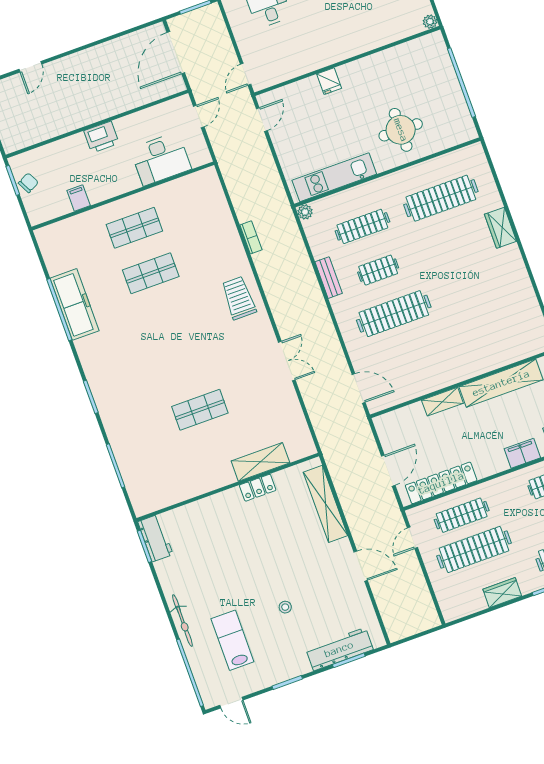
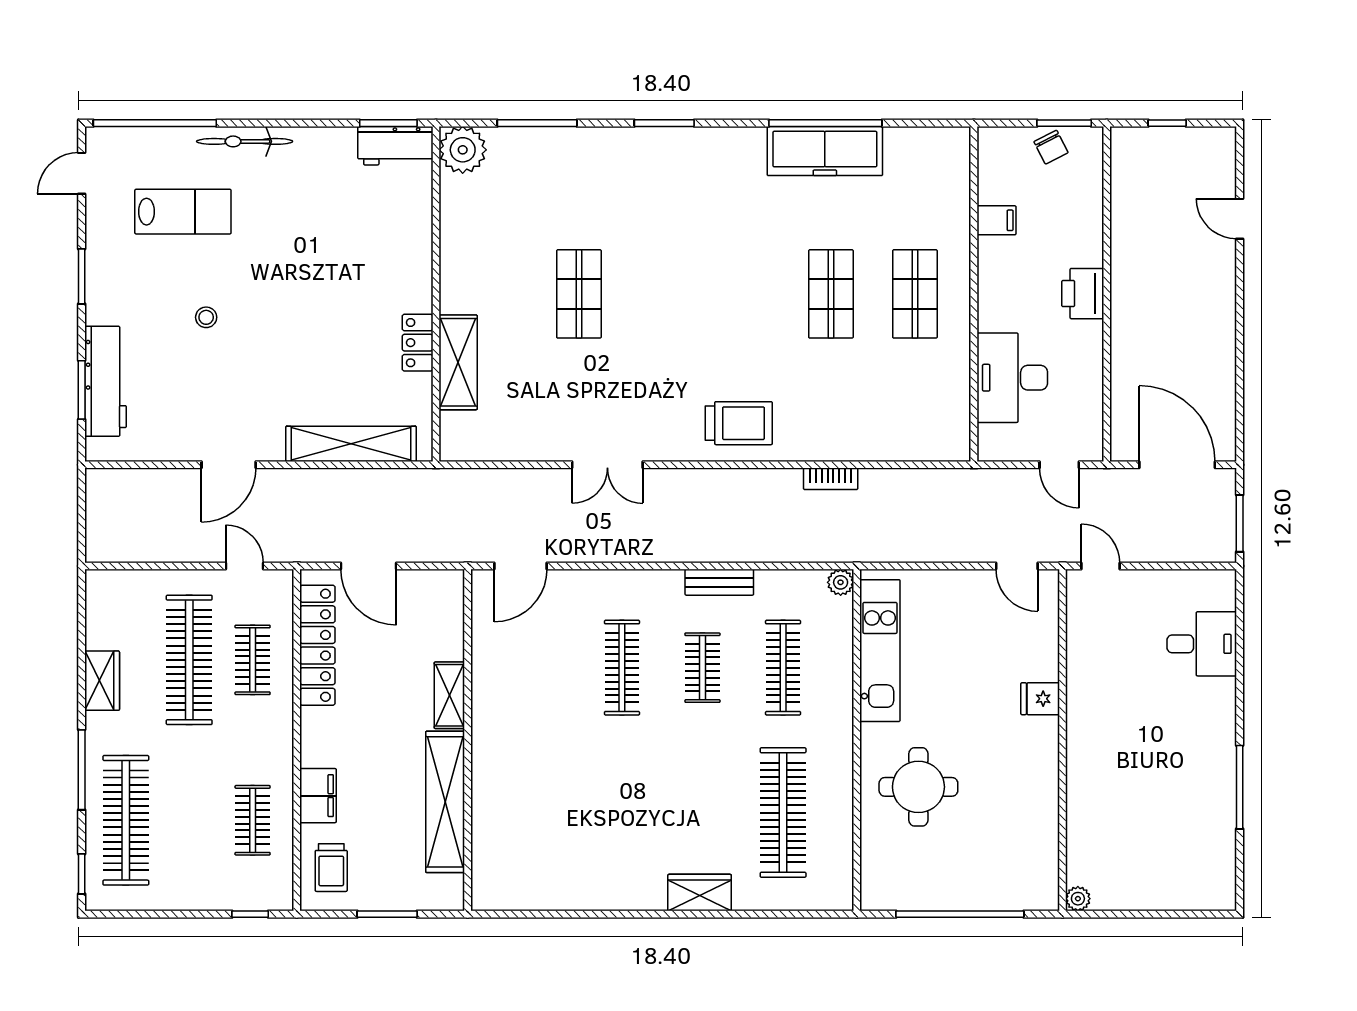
clothes rail: (394, 314) -> (622, 668), width x0.73, depth x0.76
plant: (144, 501) -> (463, 150), added
clothes rail: (462, 515) -> (253, 660), width x0.73

